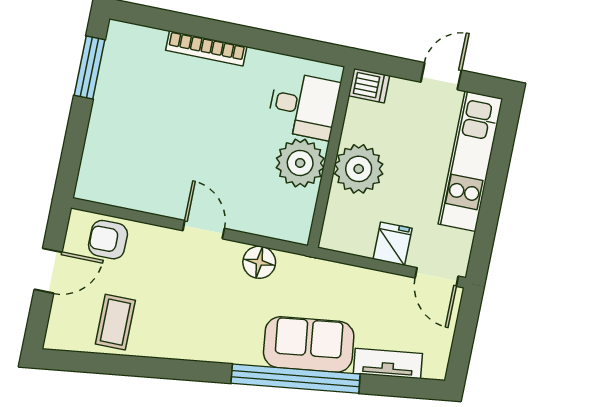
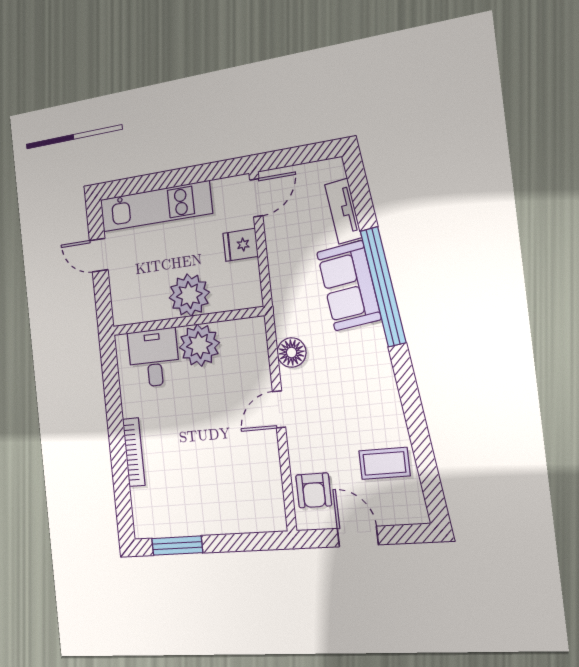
dishwasher: (369, 86) -> (123, 310), removed

